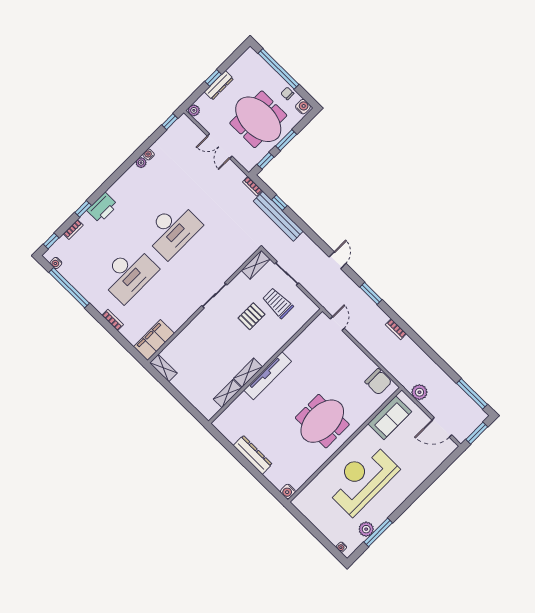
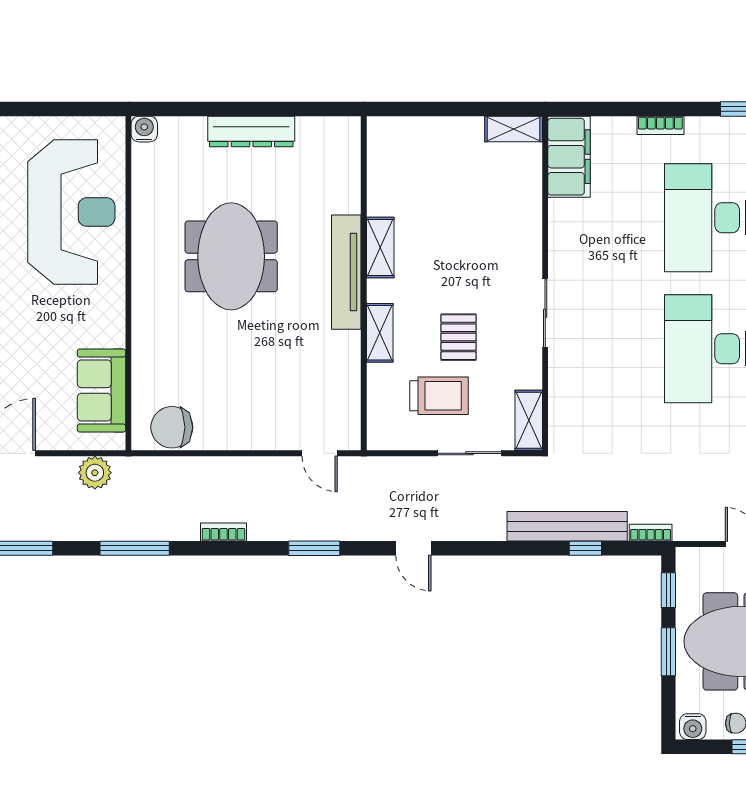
window: (431, 353) -> (135, 548), added
shelving: (227, 394) -> (380, 333), moved
meeting table: (322, 421) -> (231, 256), moved
reception desk: (362, 479) -> (71, 212), moved

